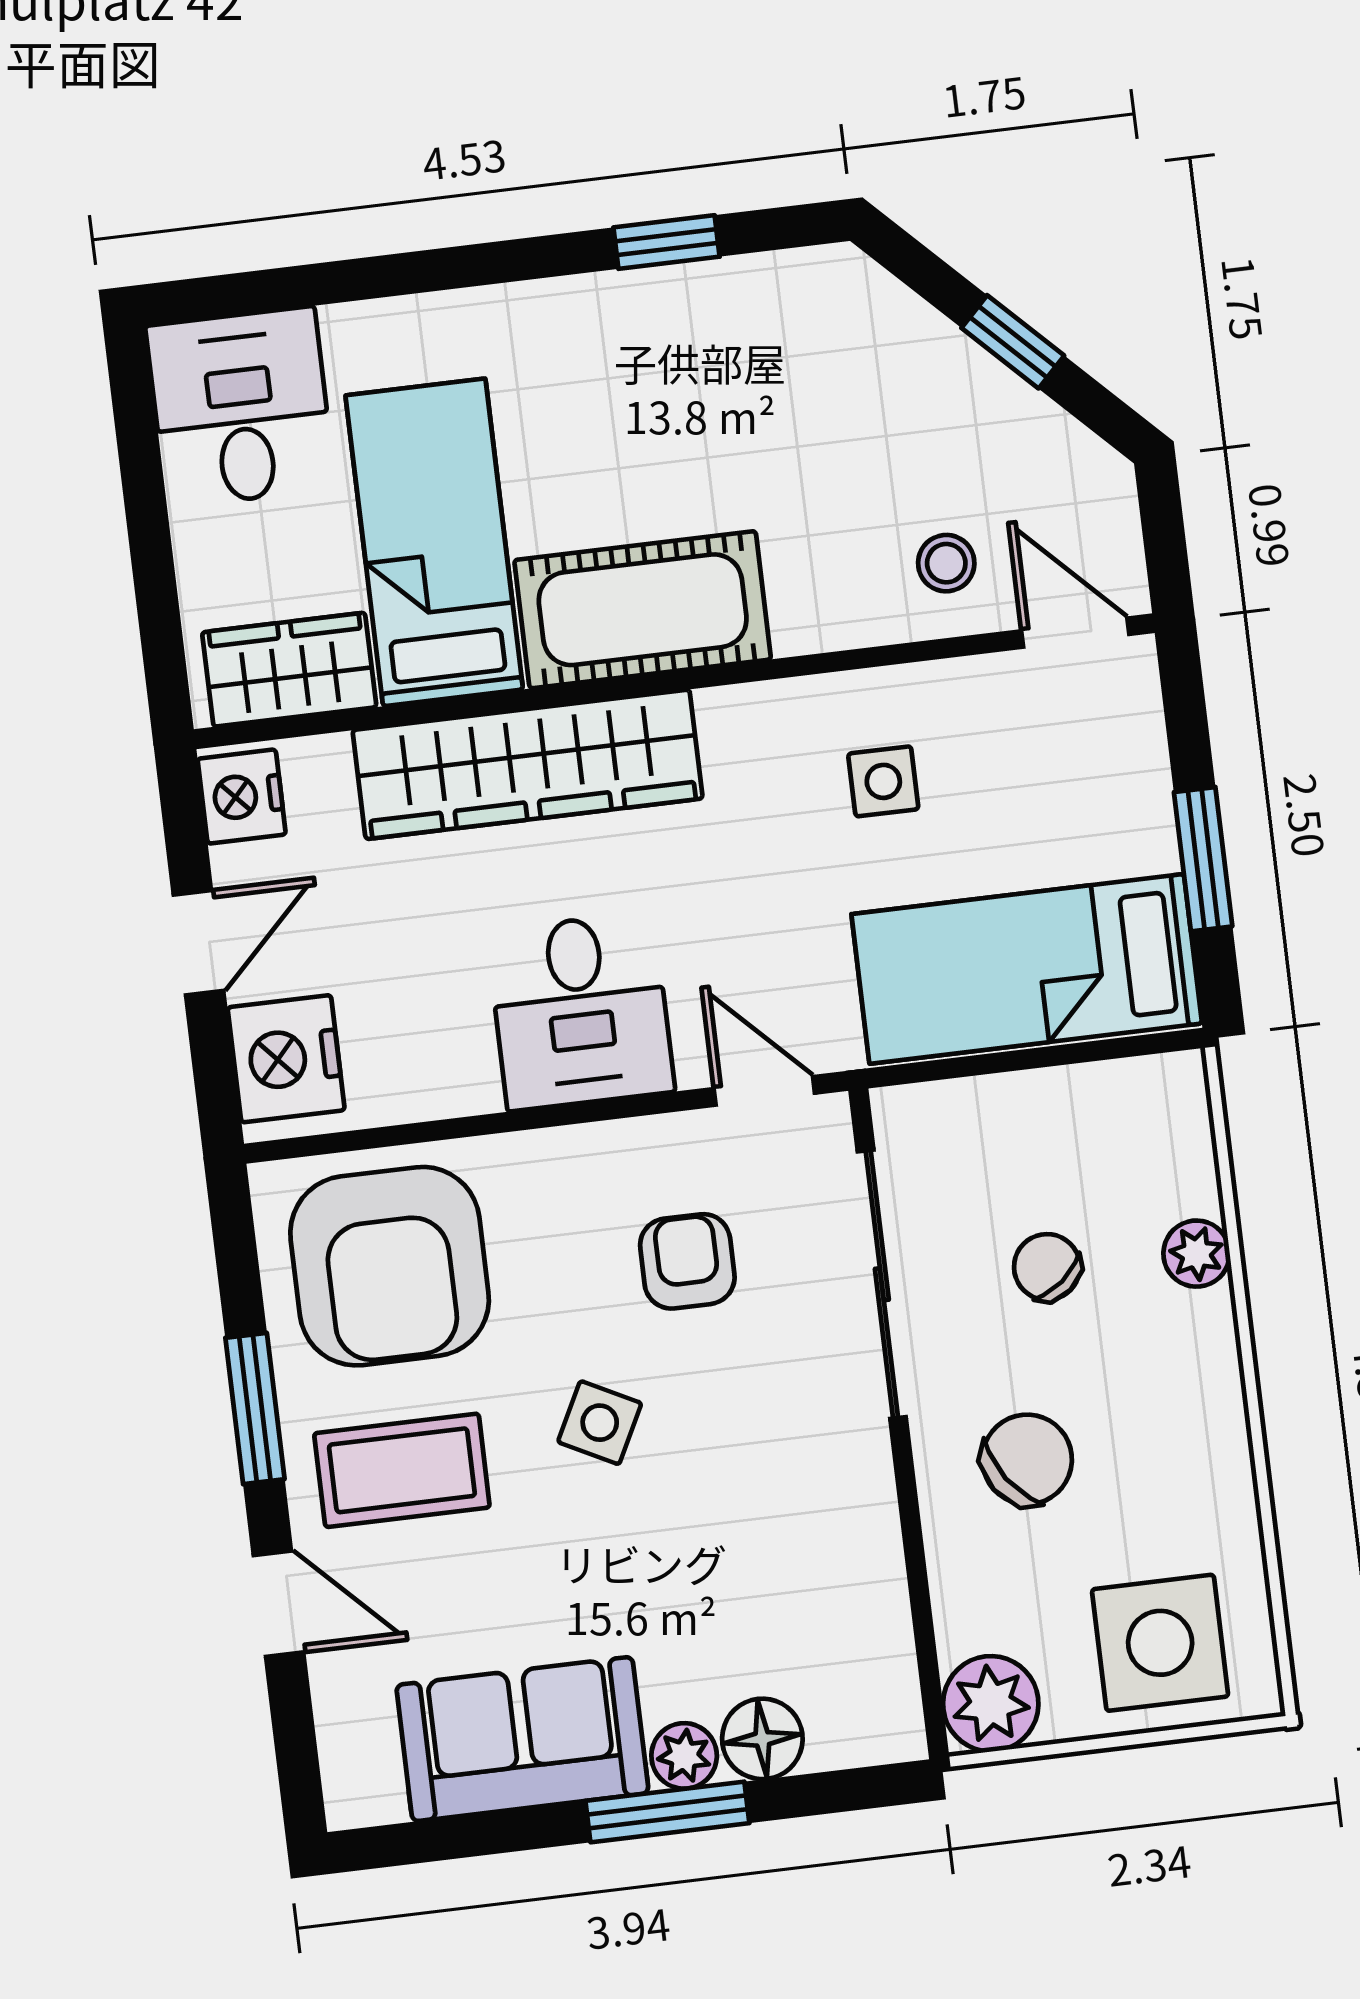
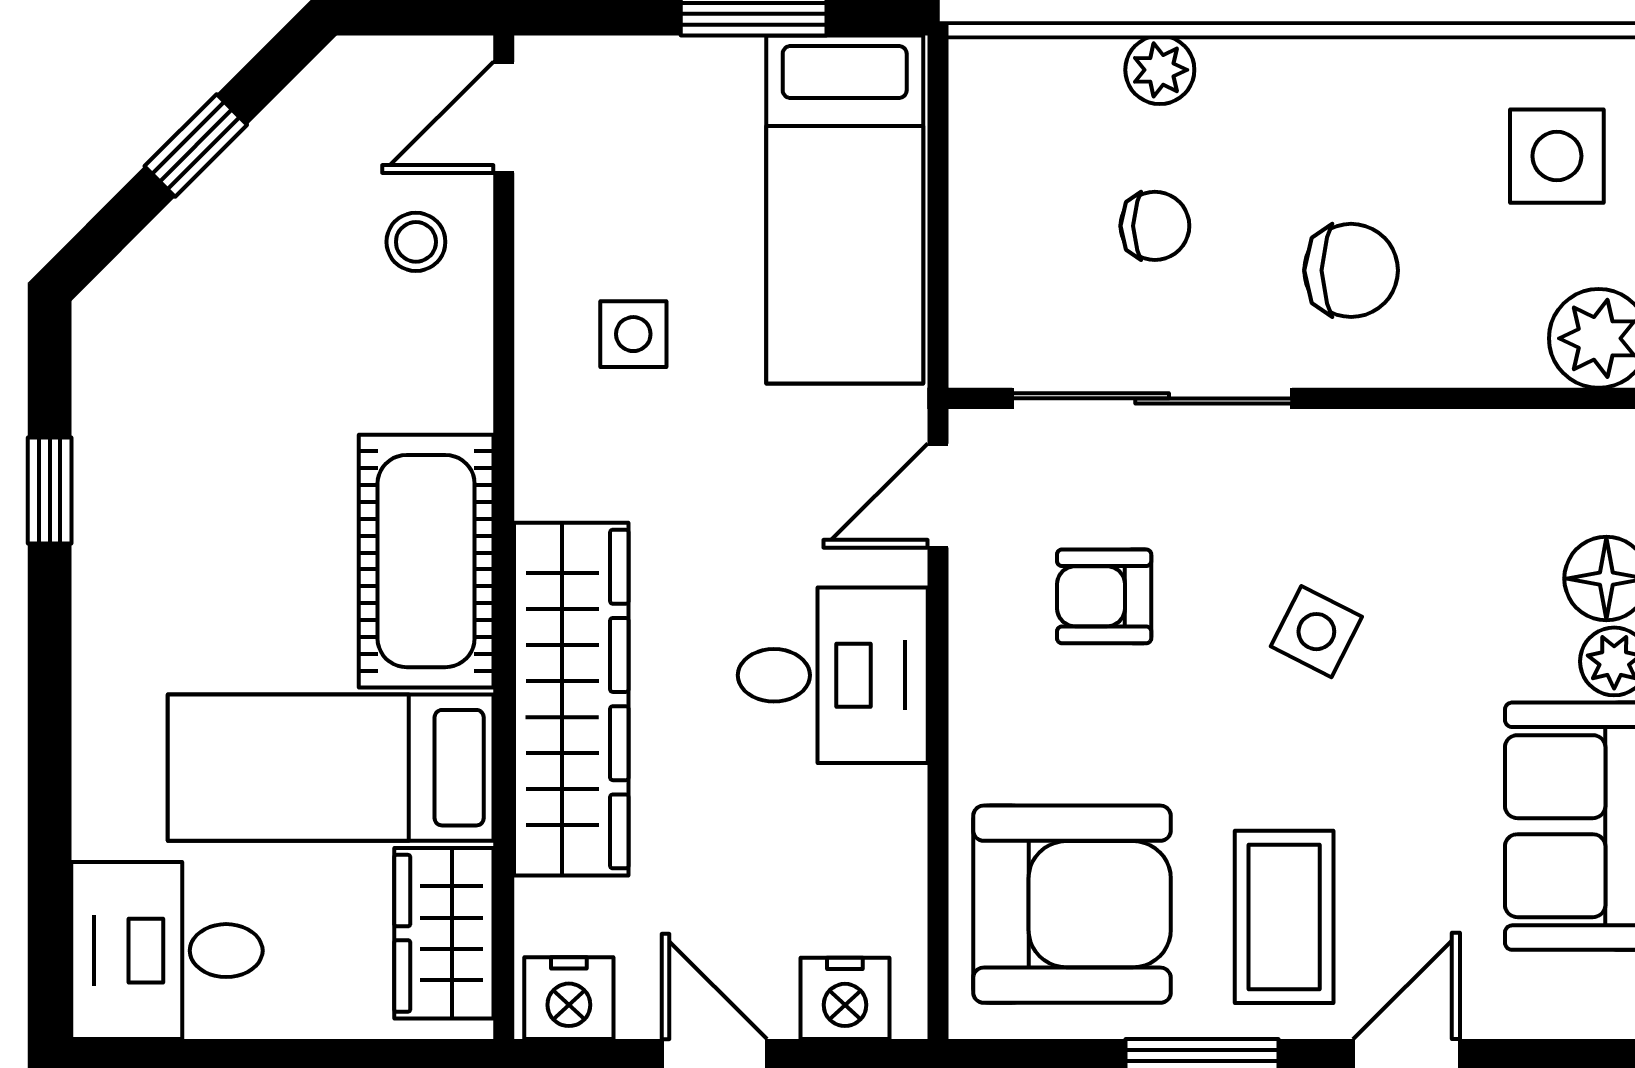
nightstand: (286, 1059) -> (845, 998), width x0.74, depth x0.75
chair: (1047, 1267) -> (1155, 226), turned -141
side table: (600, 1423) -> (1316, 632), moved
chair: (1027, 1459) -> (1351, 270), turned 125
side table: (1160, 1643) -> (1557, 156), width x0.73, depth x0.73

